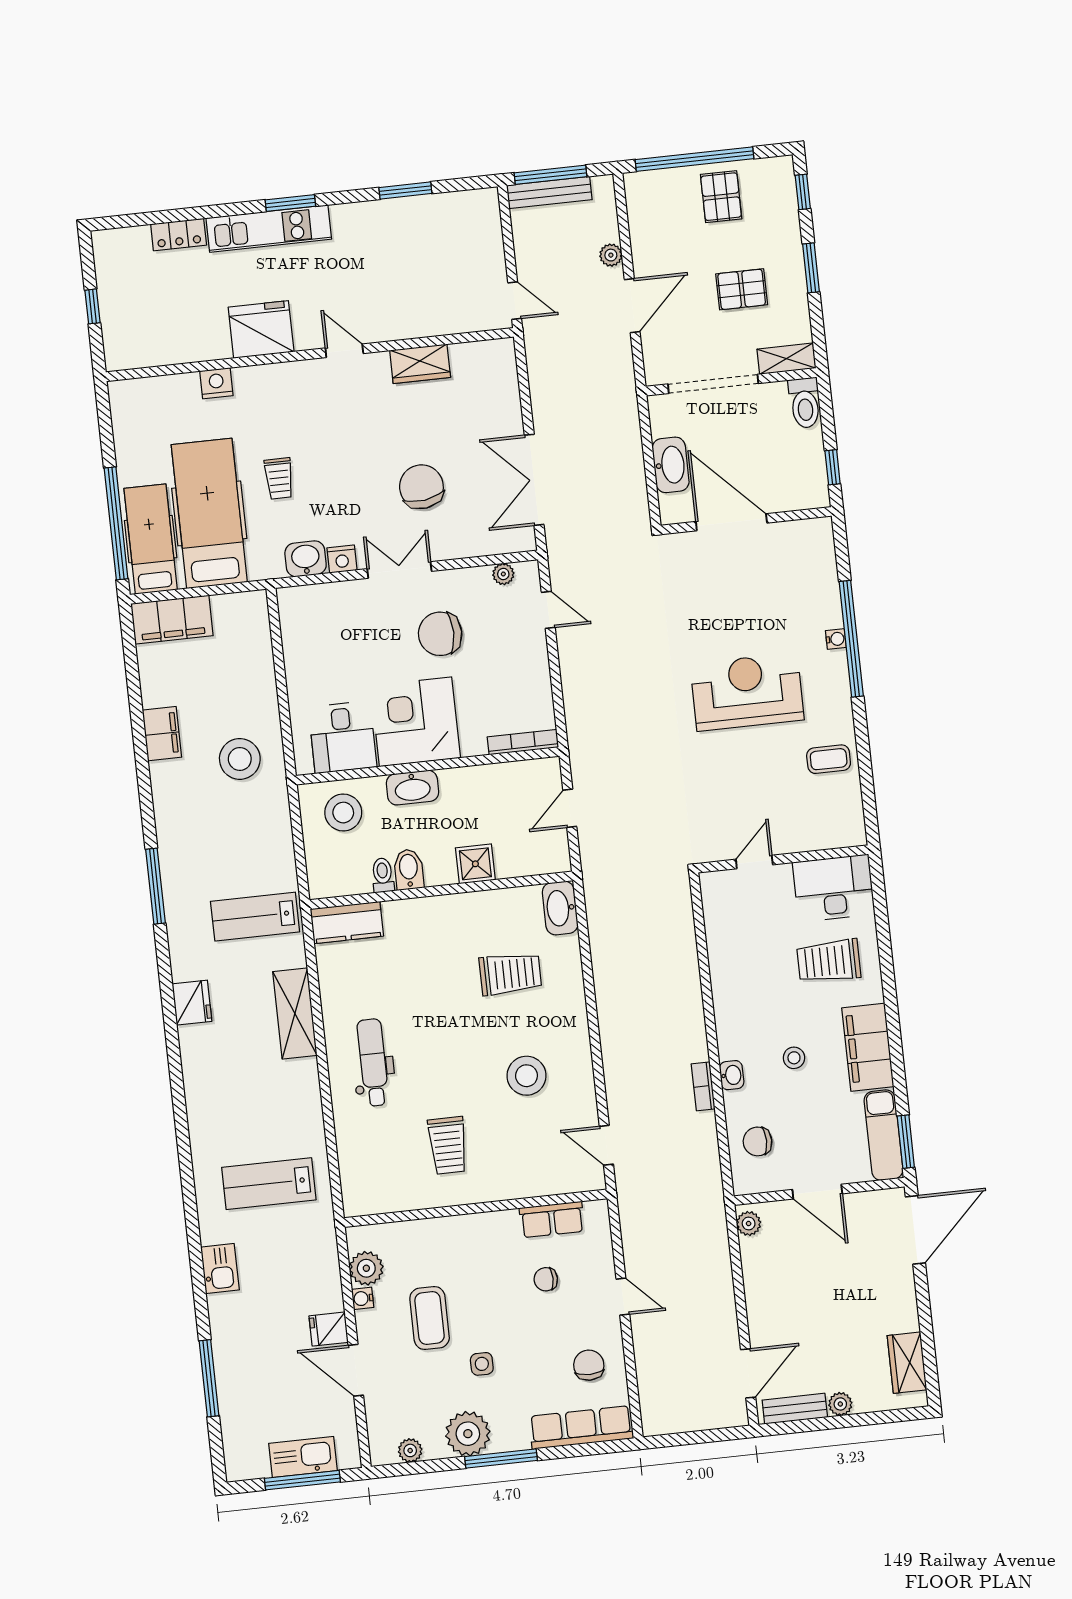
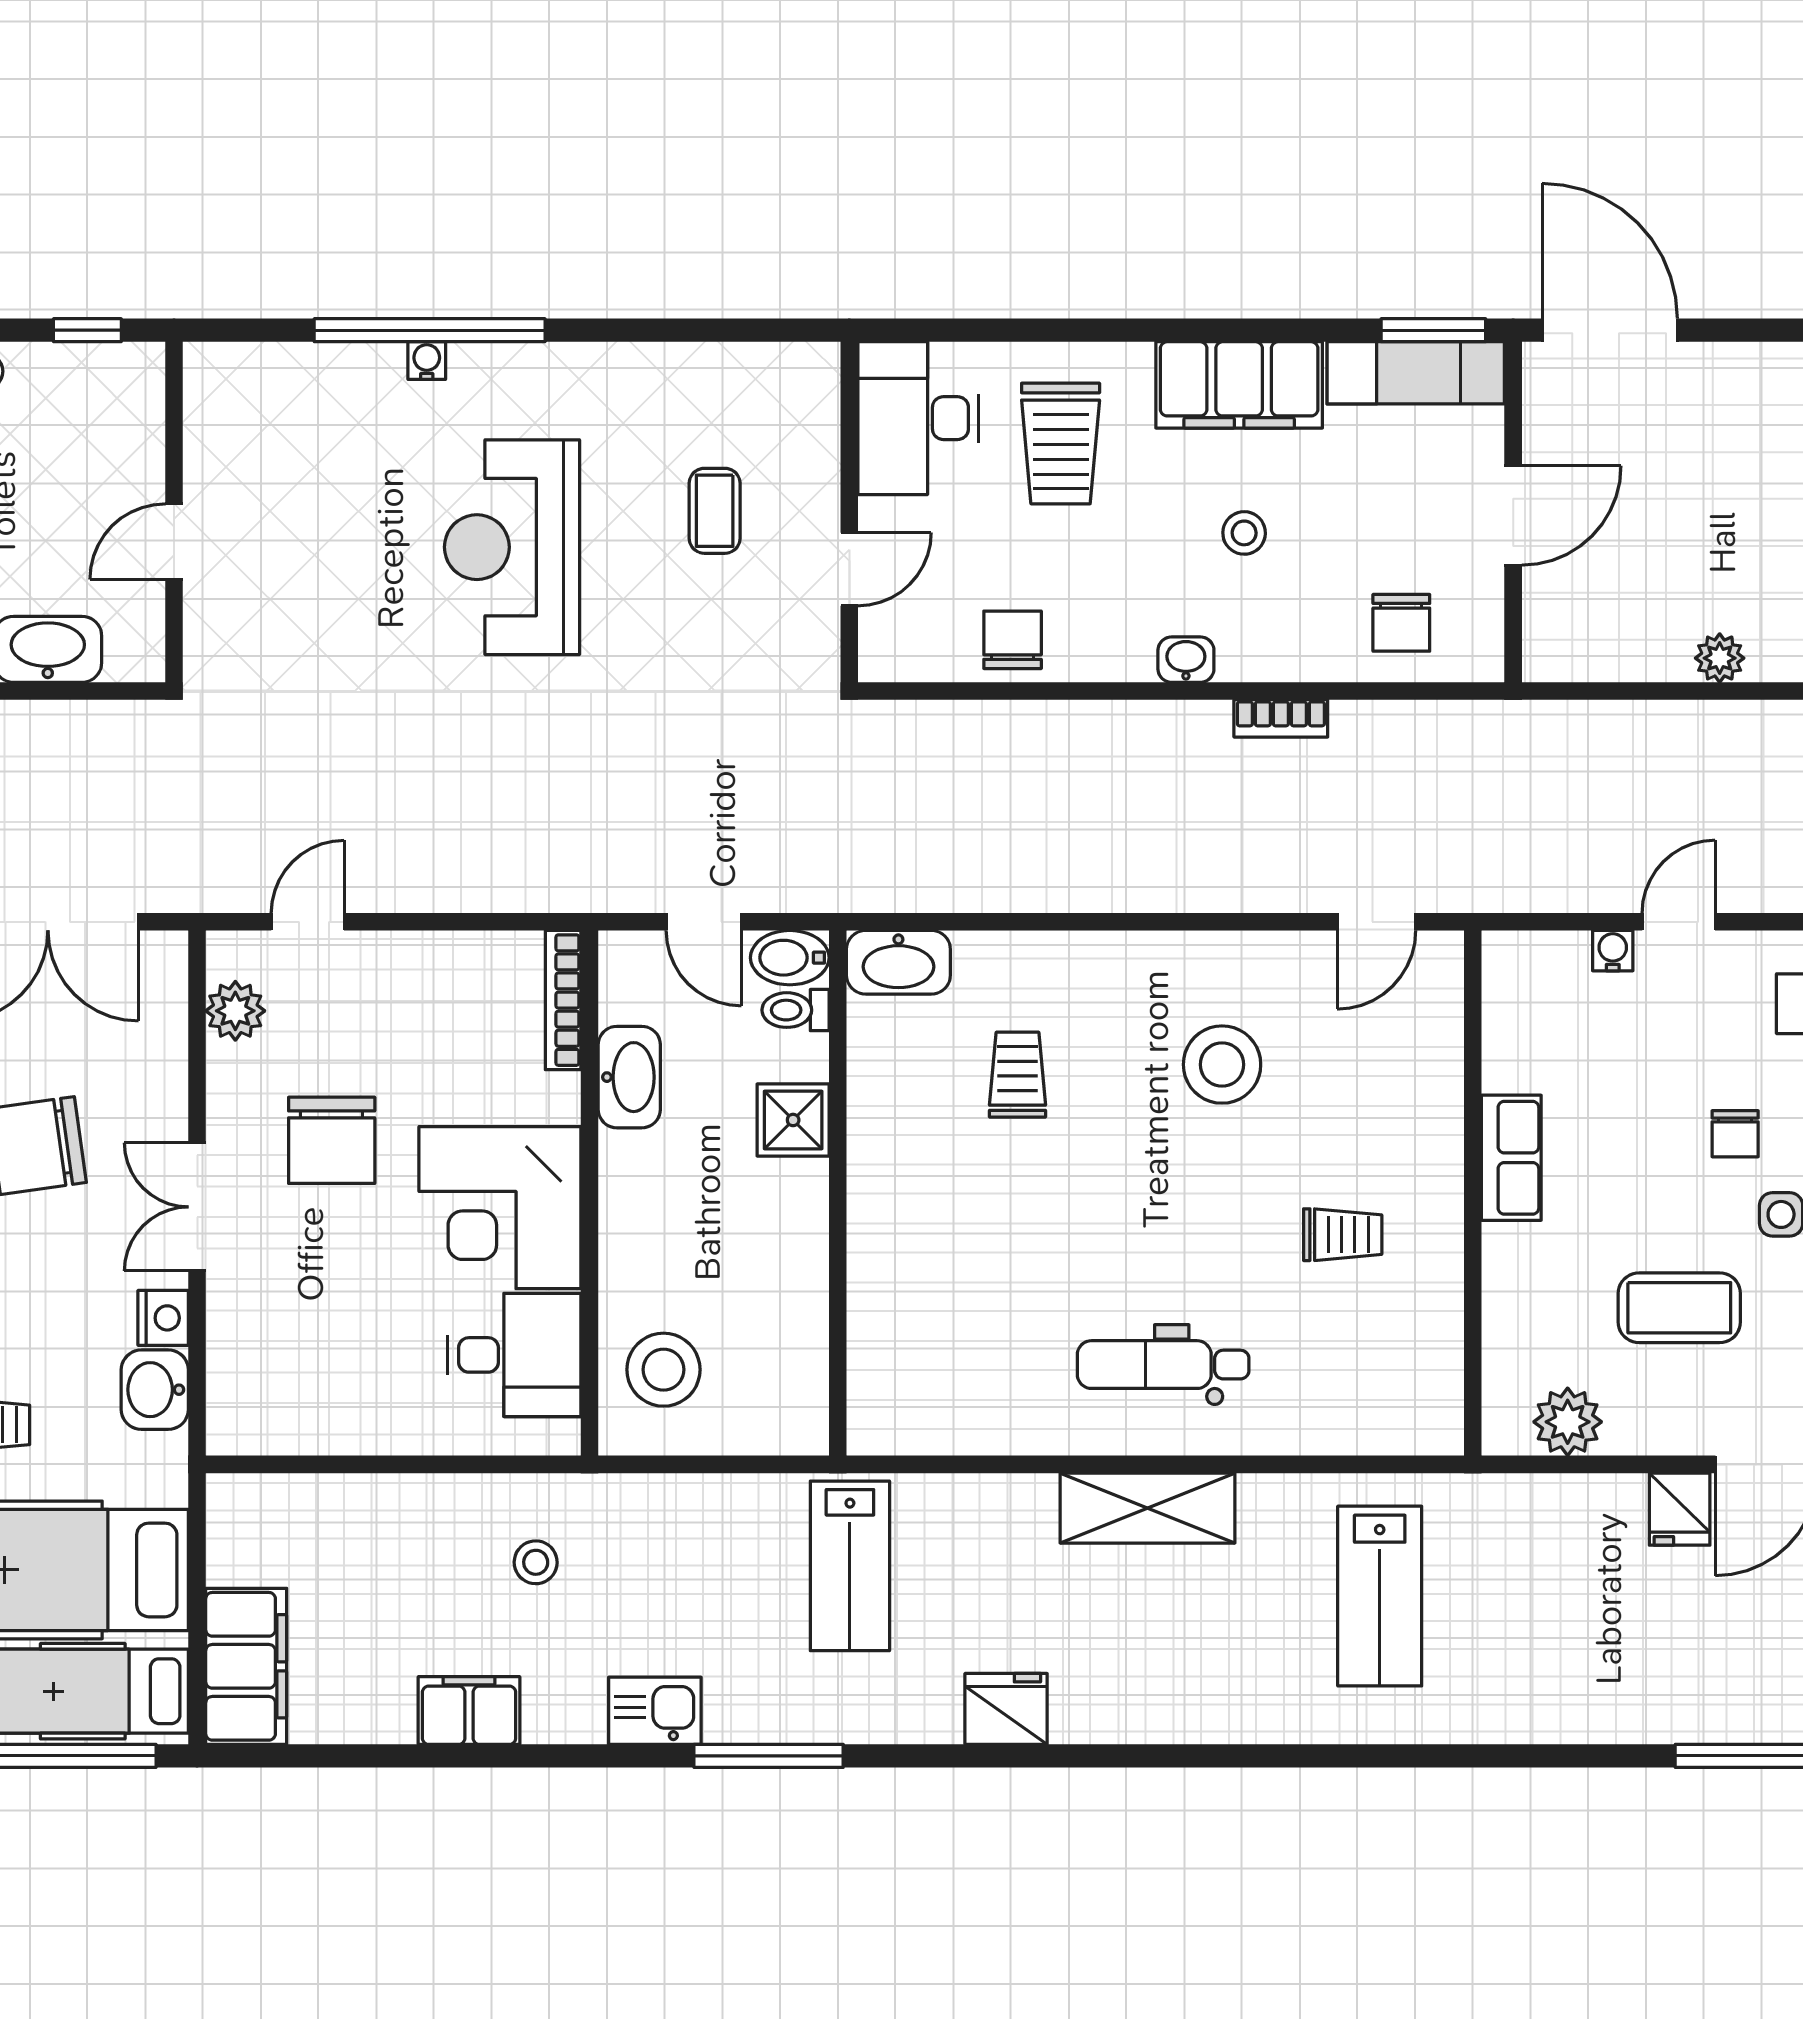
door: (731, 522) -> (174, 542), width x0.53
plant: (503, 574) -> (235, 1011), width x1.38, depth x1.38
stool: (240, 759) -> (536, 1562), width x0.53, depth x0.53
coffee table: (829, 759) -> (715, 511), moved
washbasin: (412, 788) -> (629, 1077), moved
door: (754, 862) -> (849, 569), swing flipped
bidet: (409, 869) -> (790, 958), moved
toilet: (383, 875) -> (796, 1010), moved
kitchen counter: (347, 922) -> (881, 1386), removed
chair: (728, 948) -> (1013, 640), added
trolley: (510, 974) -> (1018, 1075), width x0.73, depth x0.72
shelving: (295, 1013) -> (1148, 1508), moved
washbasin: (732, 1075) -> (1186, 660), moved
trolley: (448, 1145) -> (1343, 1235), width x0.73, depth x0.72
row of seats: (552, 1220) -> (1511, 1158), moved
plant: (749, 1223) -> (1720, 658), moved
kitchen sink: (220, 1269) -> (655, 1711), moved
chair: (546, 1279) -> (1735, 1134), moved
water cooler: (363, 1298) -> (1613, 951), moved, turned 180

